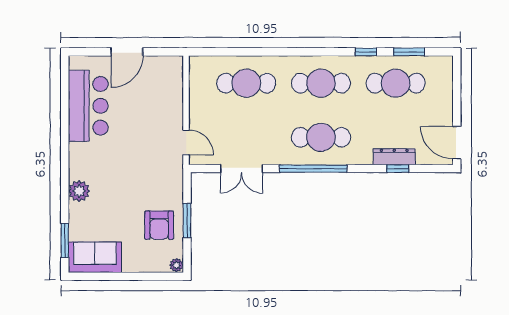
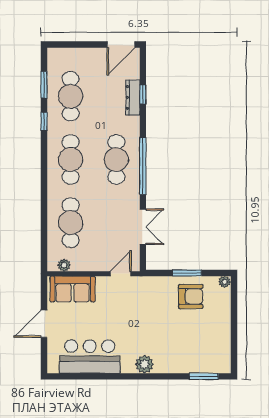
door: (127, 52) -> (44, 324), swing flipped
plant: (196, 76) -> (64, 265), added
plant: (79, 191) -> (144, 364), moved
sofa: (95, 257) -> (73, 289), moved, turned -90

